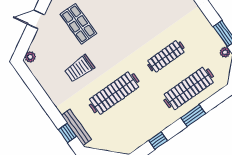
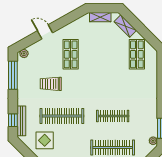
window: (35, 87) -> (13, 75), added
display table: (114, 130) -> (45, 140), added

